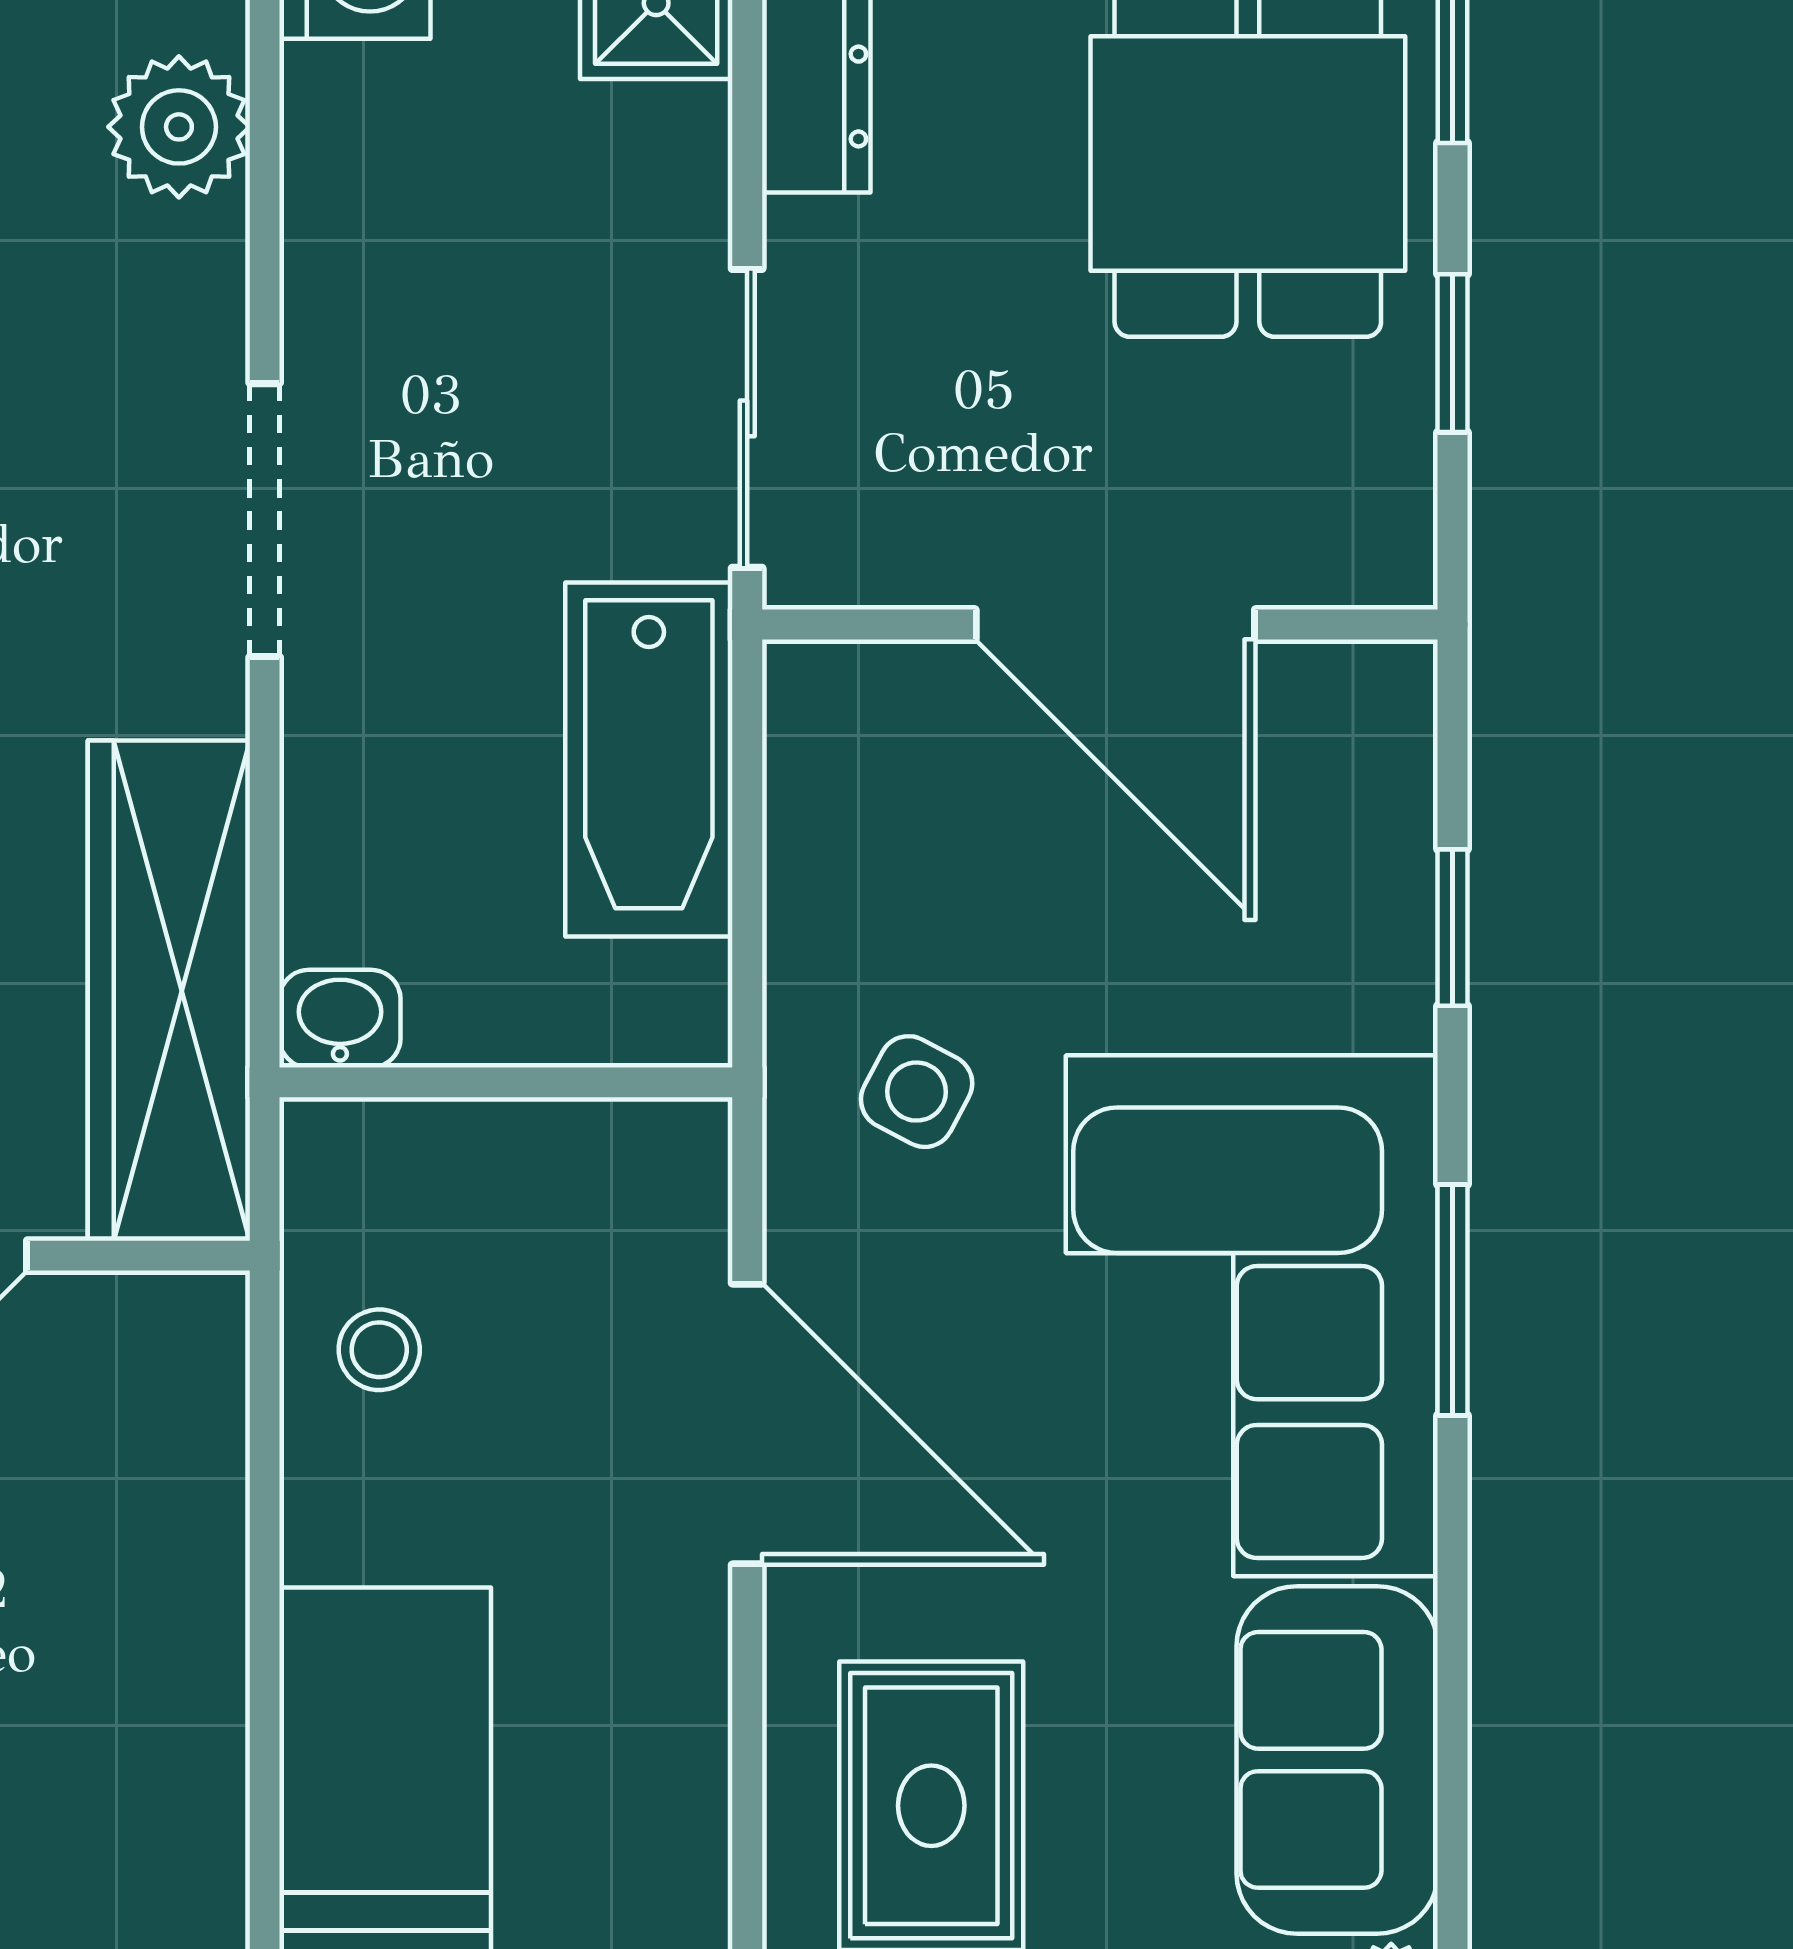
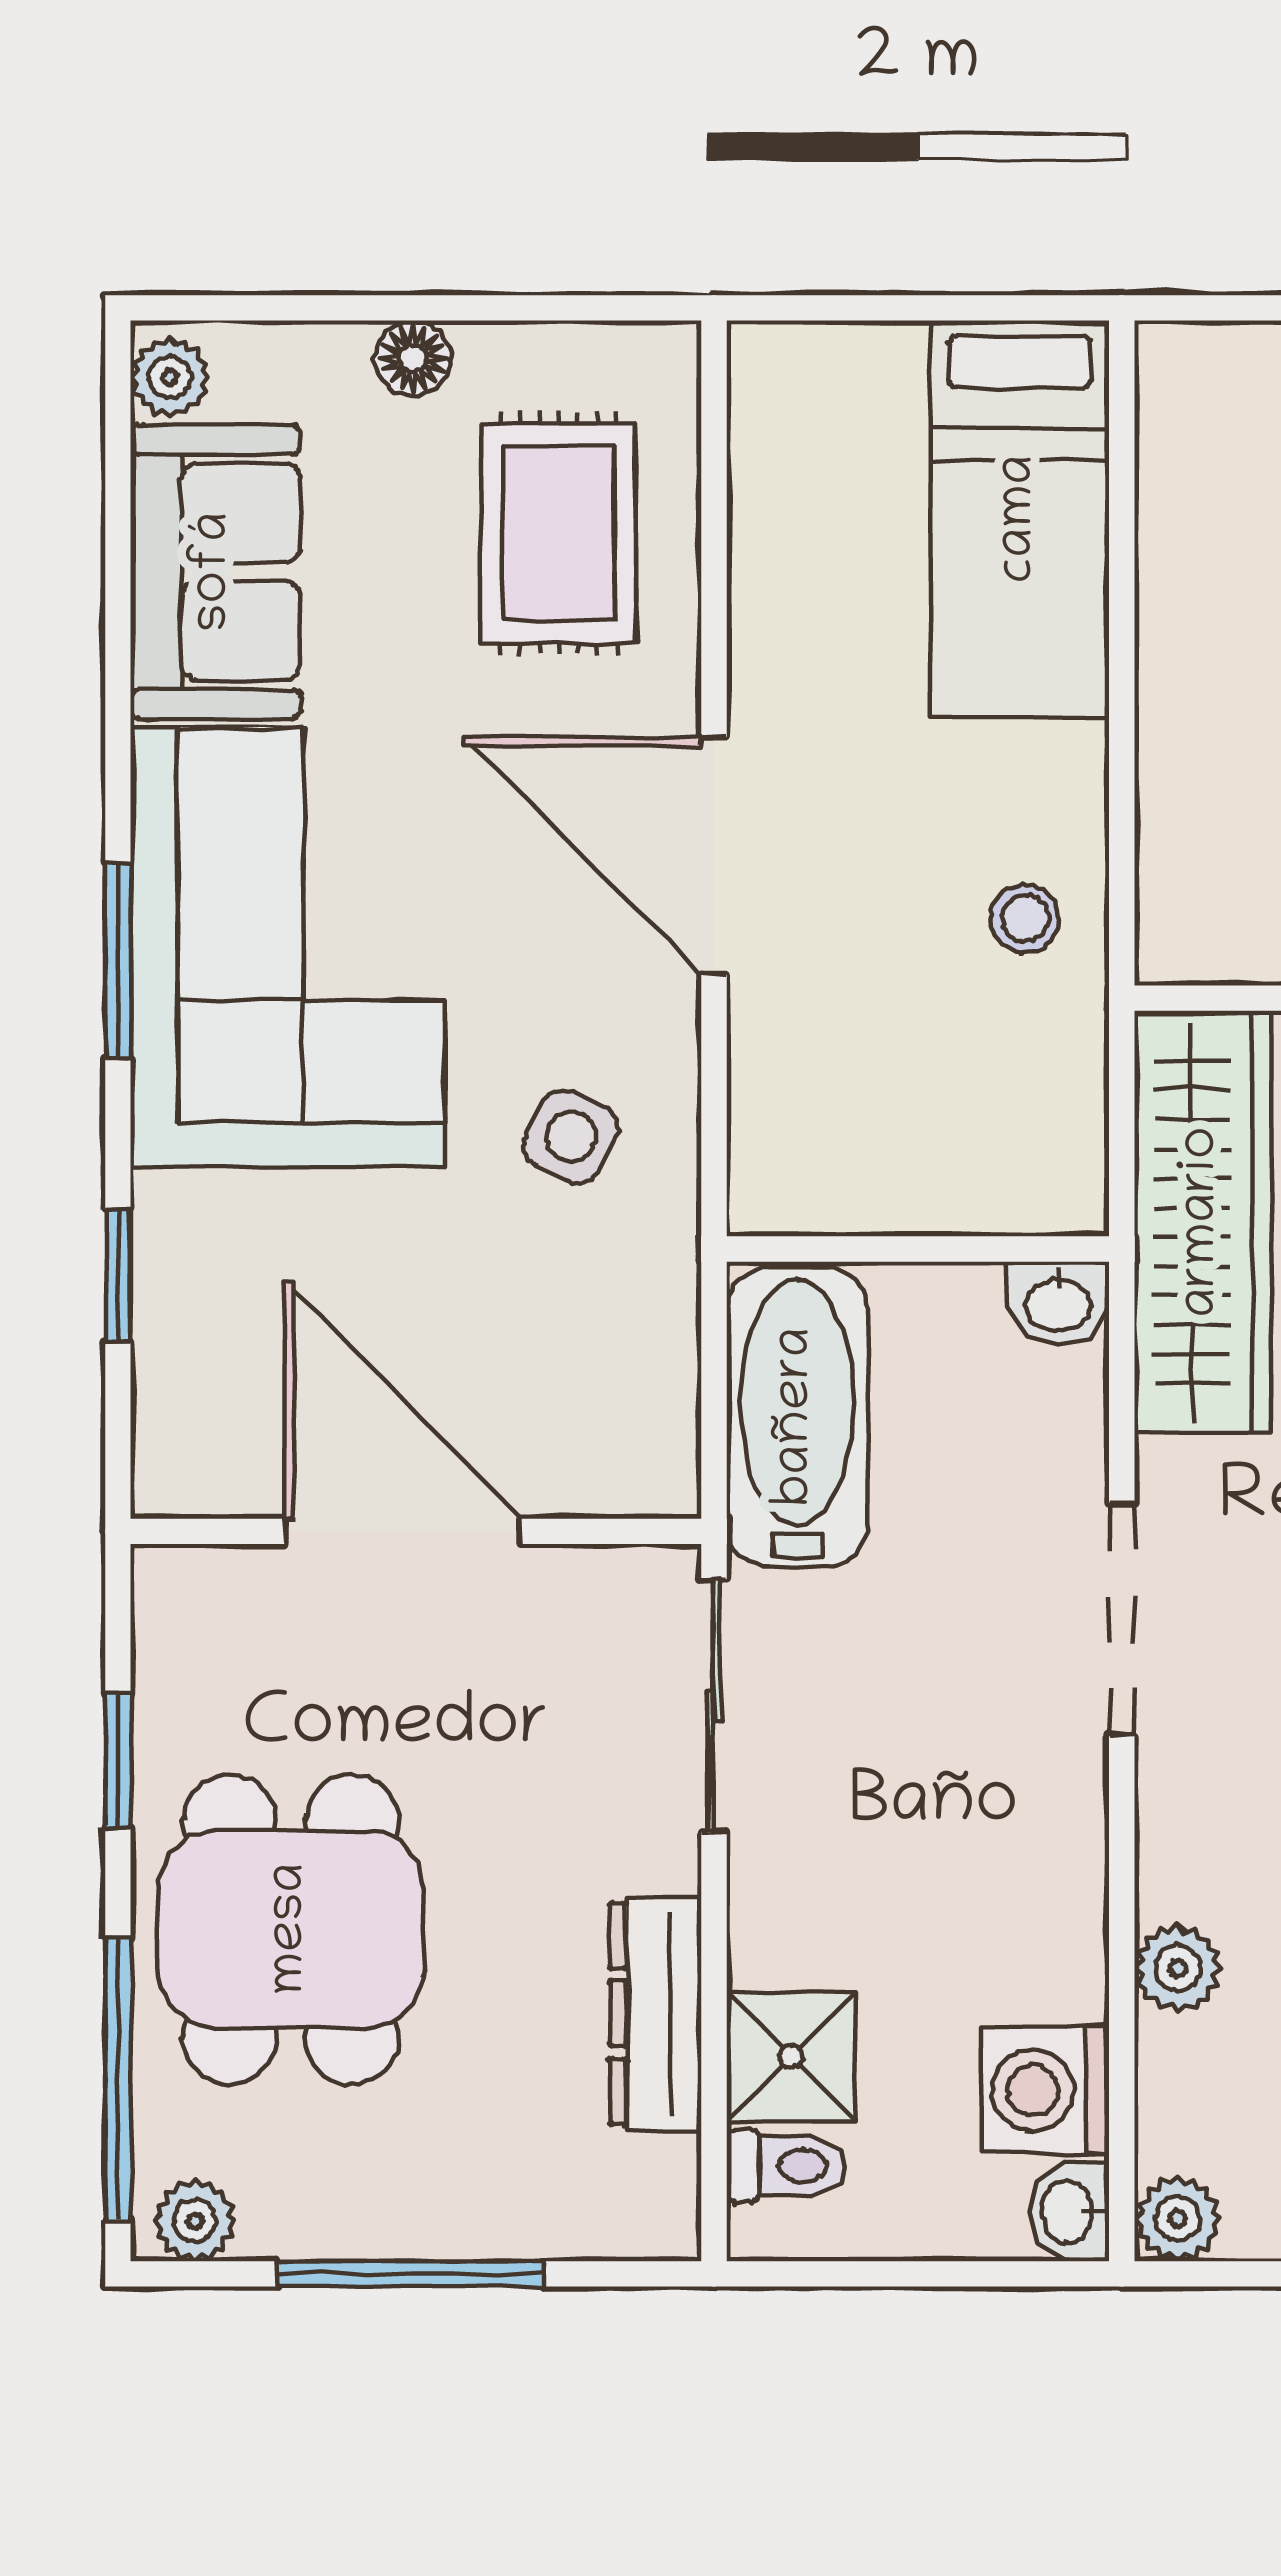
plant: (179, 127) -> (1178, 1968), width x0.73, depth x0.73
washbasin: (340, 1019) -> (1058, 1303), moved
wall: (506, 1082) -> (918, 1249), moved

